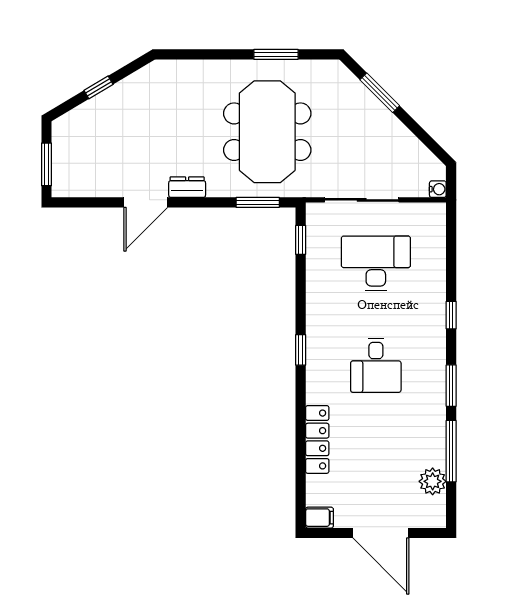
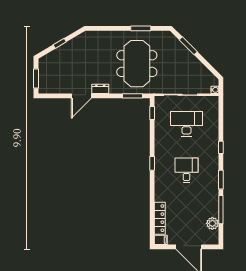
desk: (376, 365) -> (187, 170), turned 180
locker: (317, 439) -> (160, 218), moved

